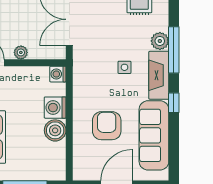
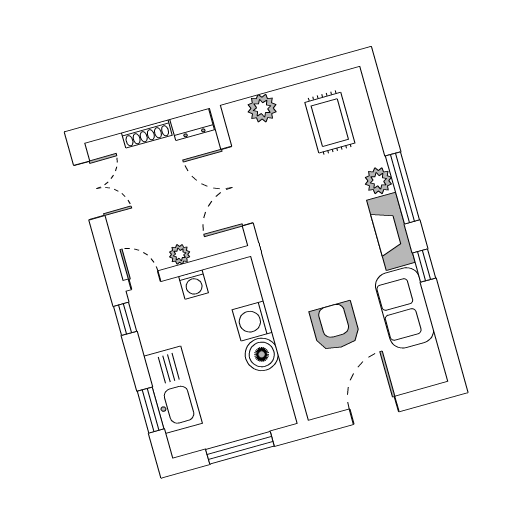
side table: (124, 67) -> (337, 234), removed
washing machine: (58, 74) -> (194, 285), moved, turned -90
sofa: (154, 135) -> (405, 308), width x0.73

